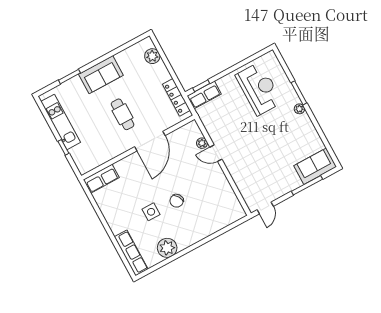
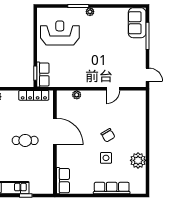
door: (216, 153) -> (113, 89), moved
row of seats: (131, 253) -> (112, 188), moved

